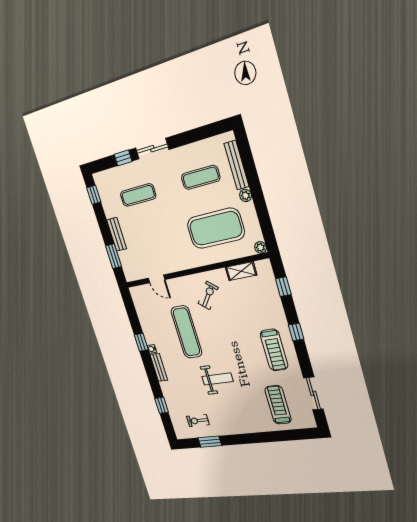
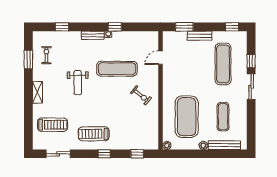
exercise mat: (138, 195) -> (223, 64), width x1.36, depth x1.45
shelving: (241, 271) -> (37, 92), moved

